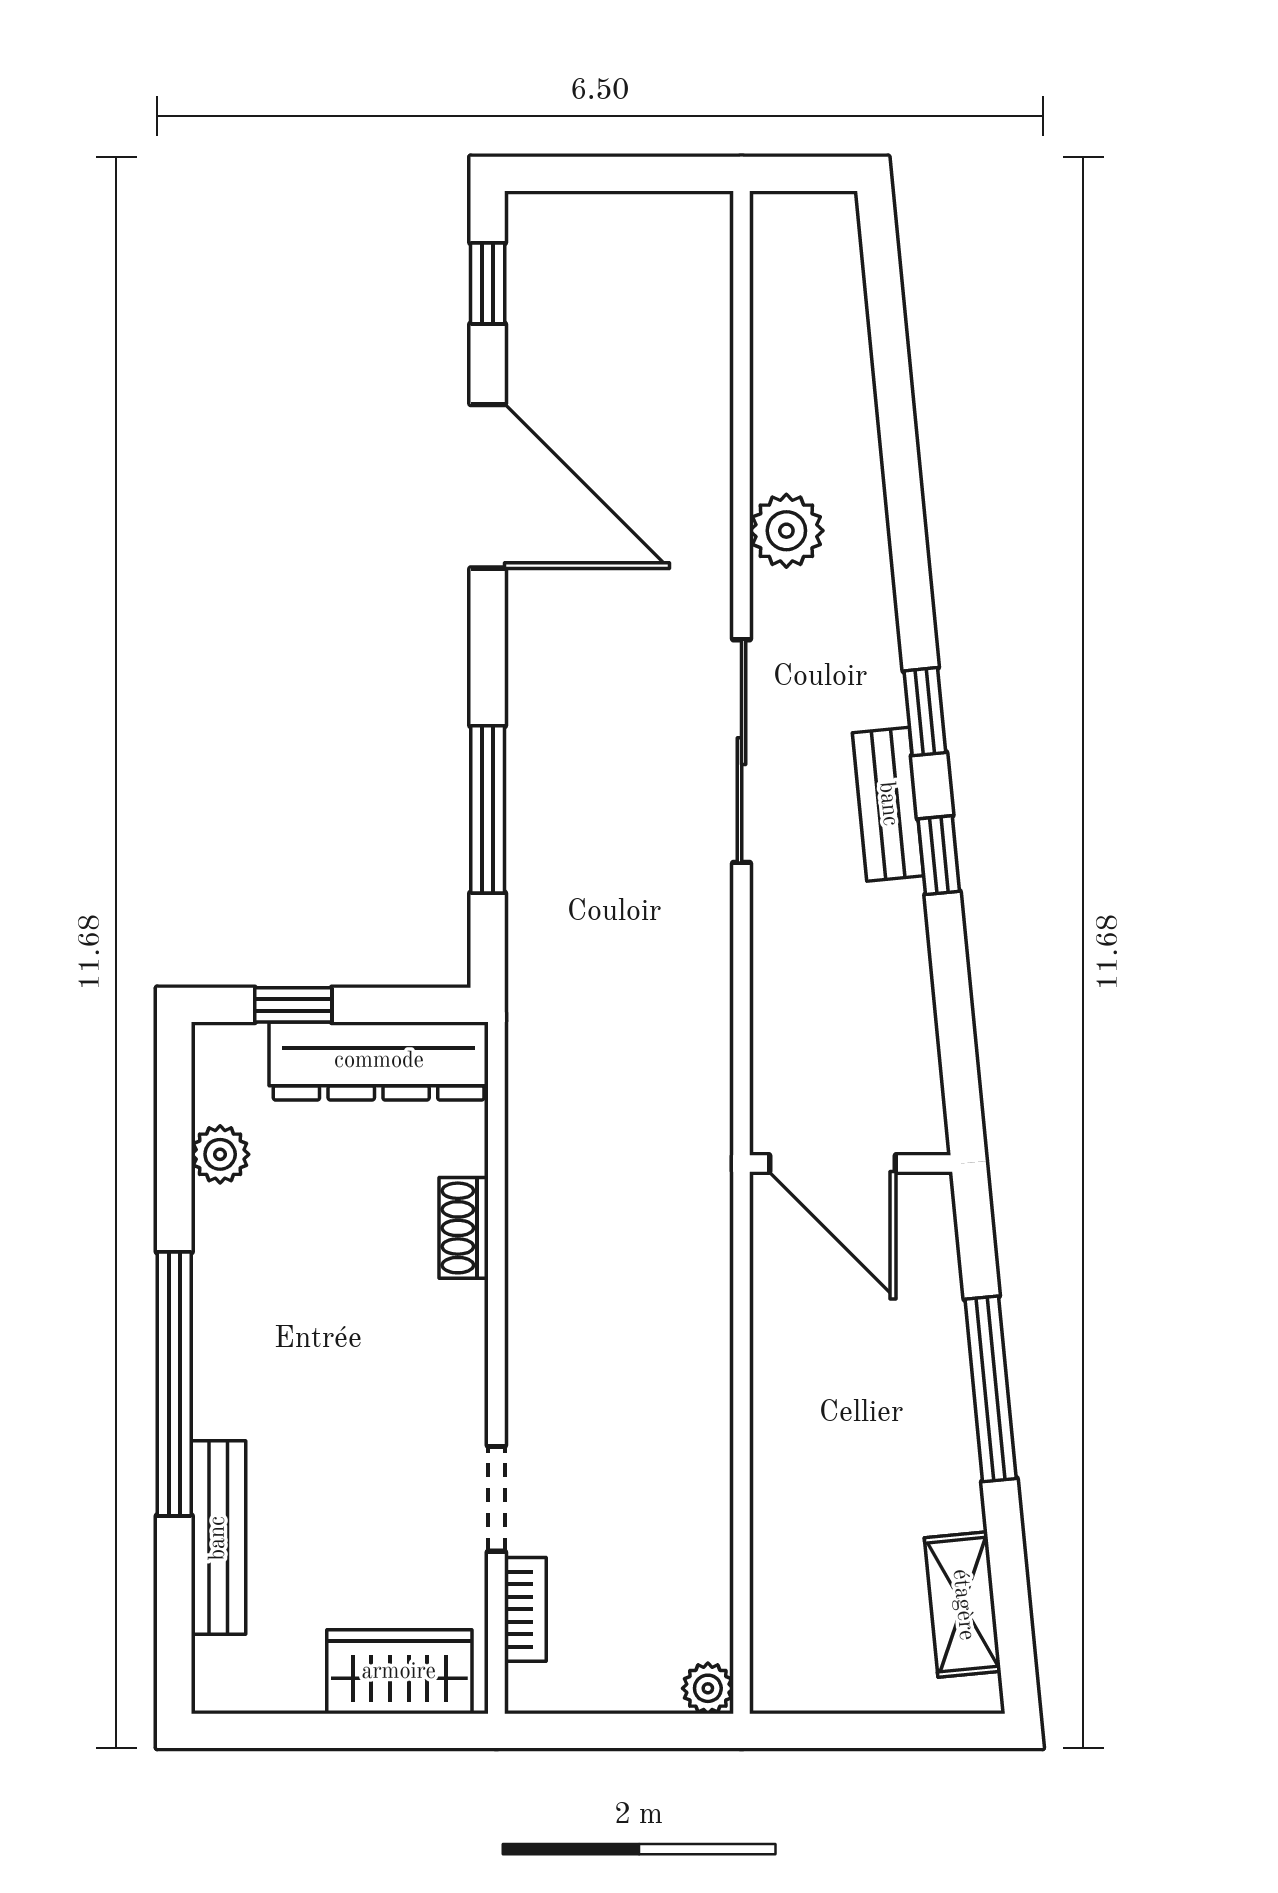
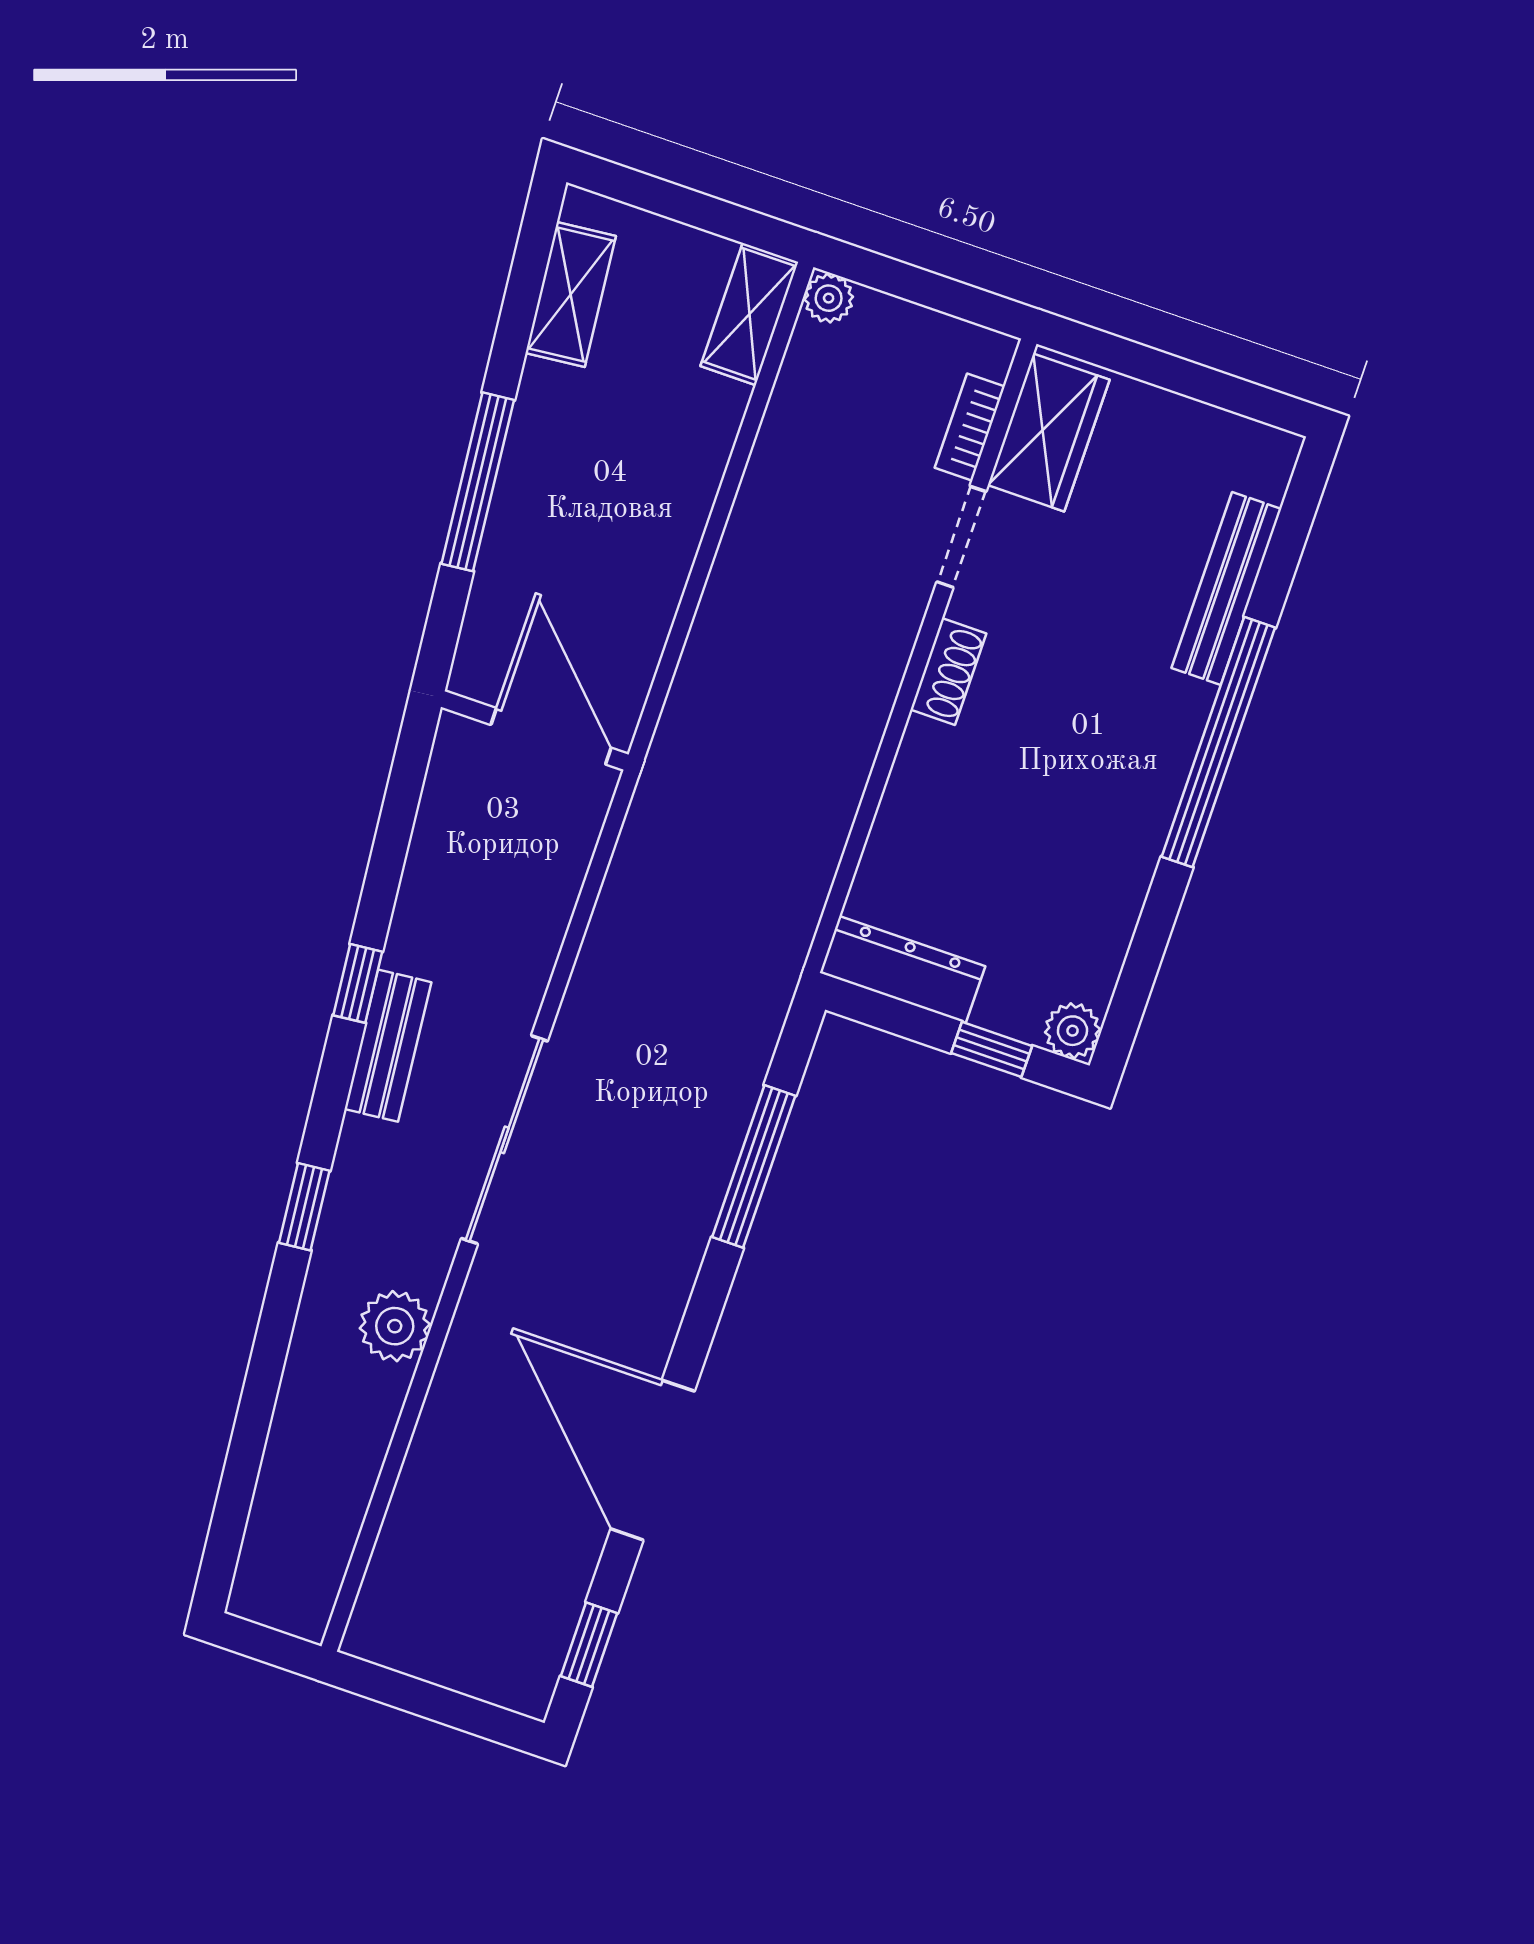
window: (925, 712) -> (304, 1207), moved
dresser: (379, 1061) -> (902, 969), width x0.73, depth x0.80
plant: (220, 1154) -> (1073, 1031), moved
shoe rack: (464, 1228) -> (948, 671), moved
shelving: (780, 1646) -> (749, 314), added
wardrobe: (399, 1672) -> (1049, 432), moved, turned -90

